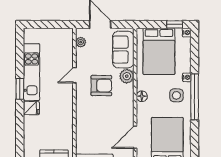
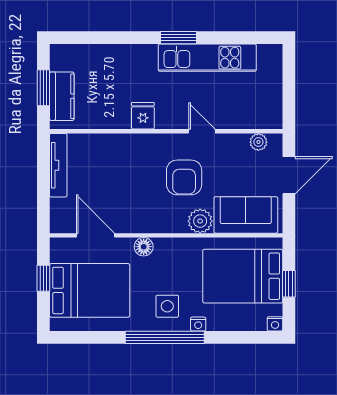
window: (175, 24) -> (289, 284), moved
floor lamp: (142, 96) -> (144, 247), moved
fridge: (31, 108) -> (143, 116), moved, turned 180

